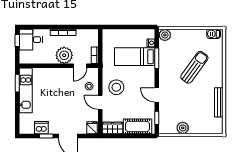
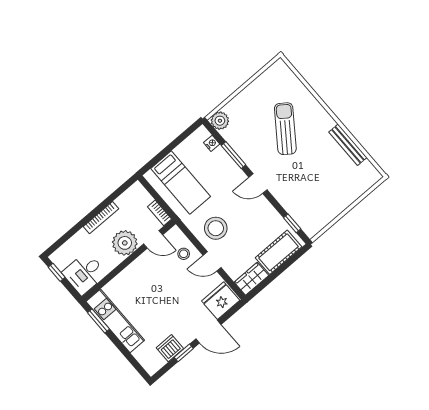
barbecue: (214, 34) -> (274, 72), removed
desk: (31, 40) -> (84, 273), moved
bed: (135, 57) -> (181, 183), moved, turned -90
door: (80, 66) -> (153, 239), hinge flipped
door: (157, 95) -> (258, 184), moved
fridge: (92, 128) -> (221, 301), width x1.88, depth x1.34
plant: (183, 128) -> (332, 209), removed

